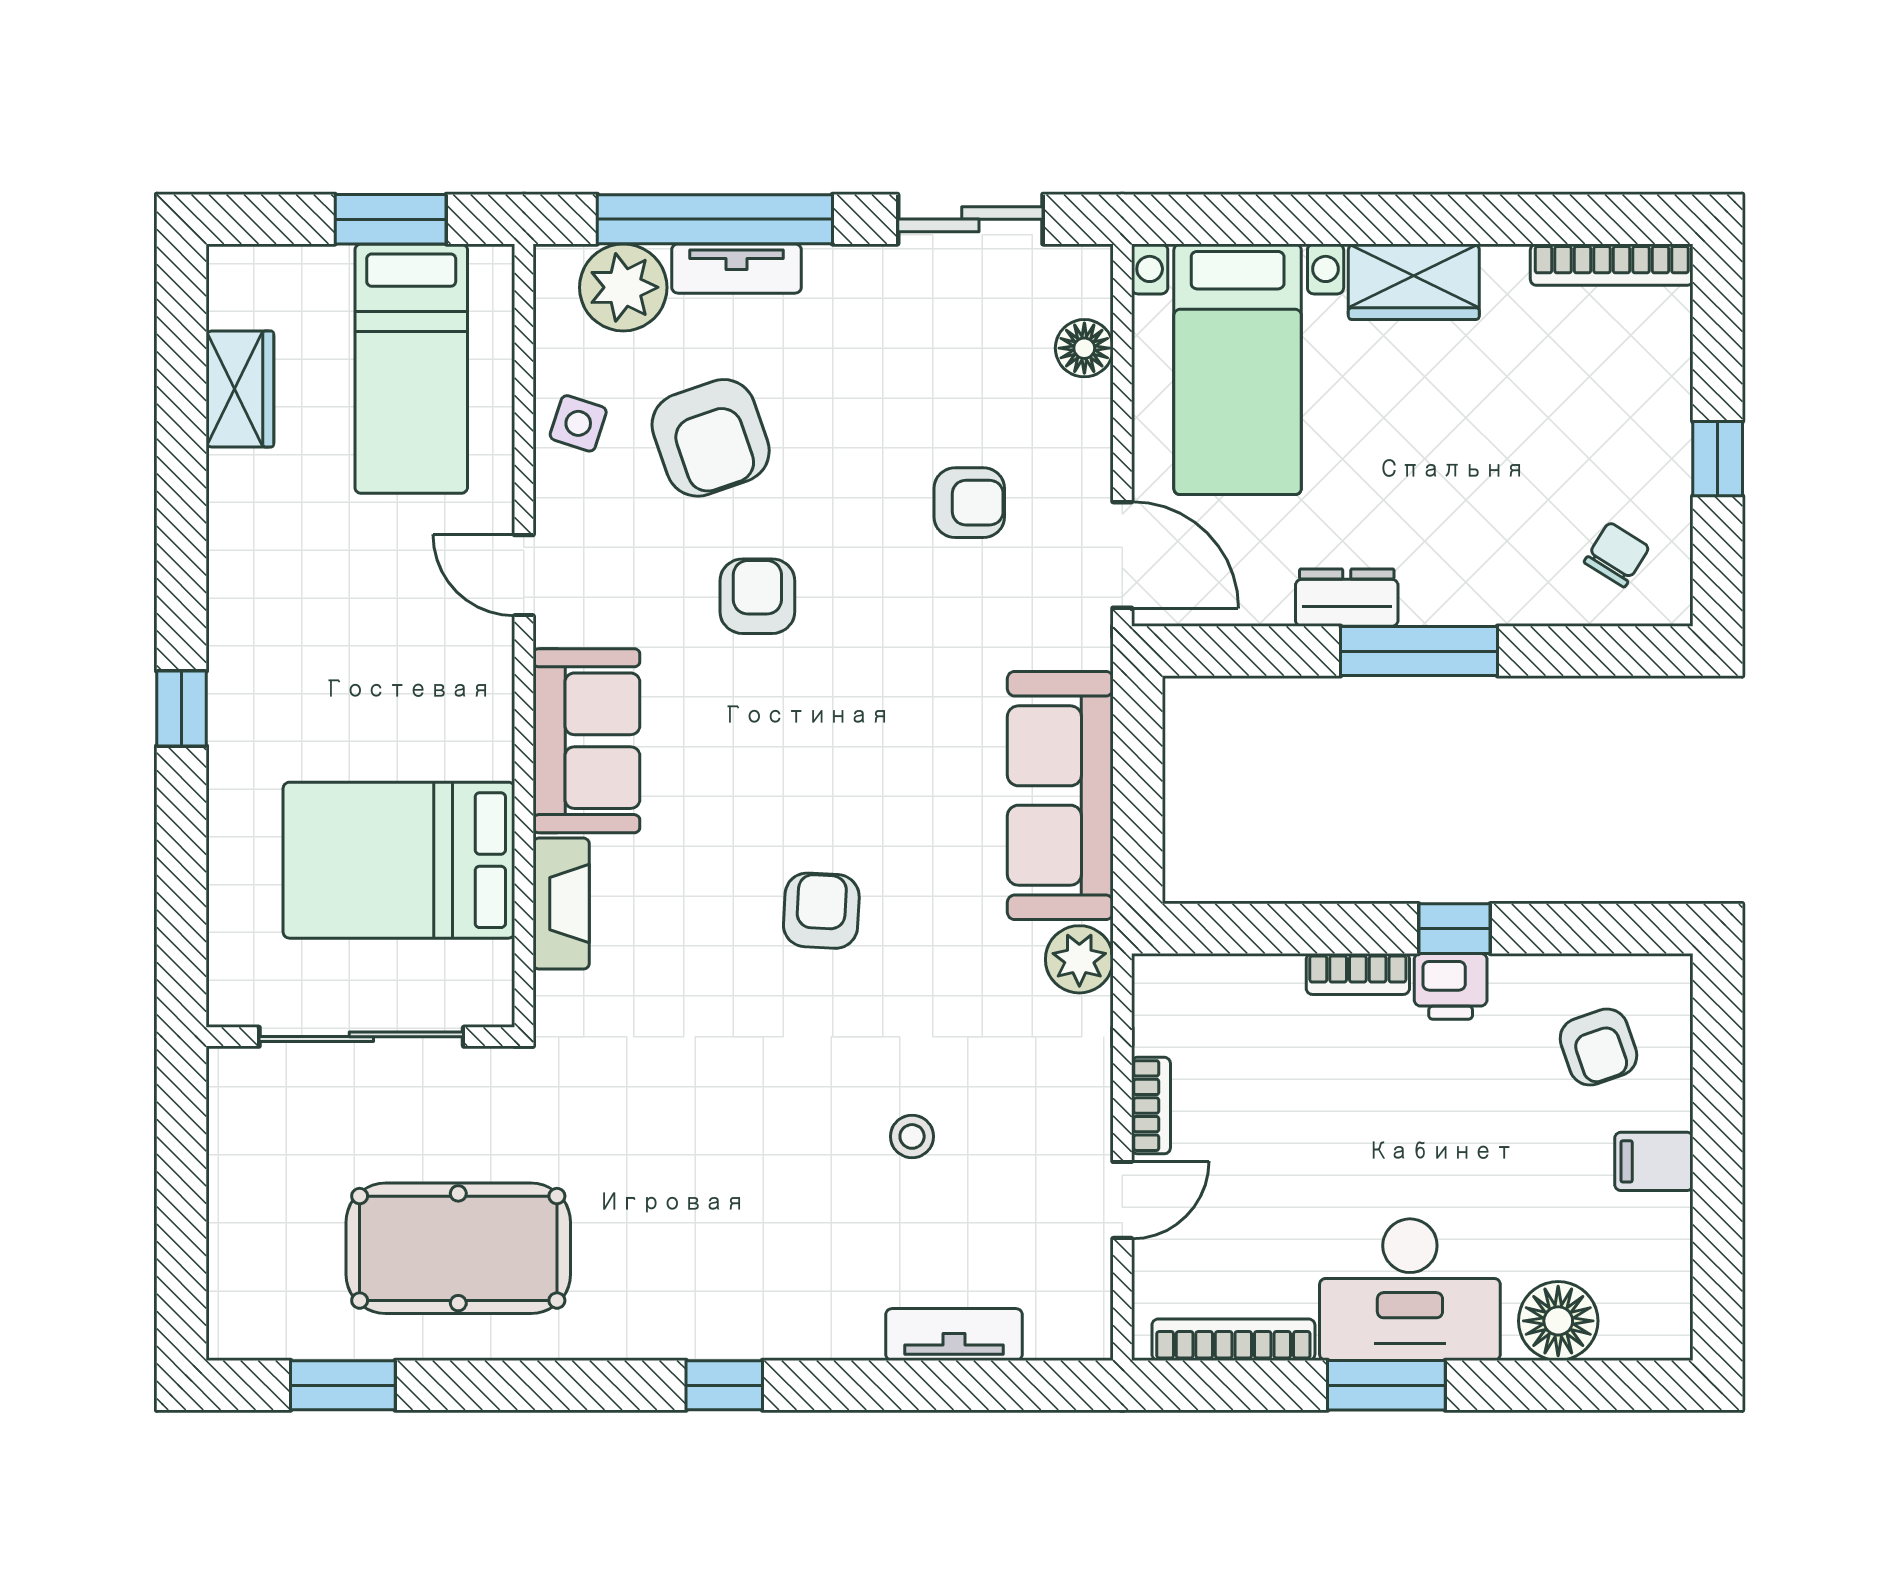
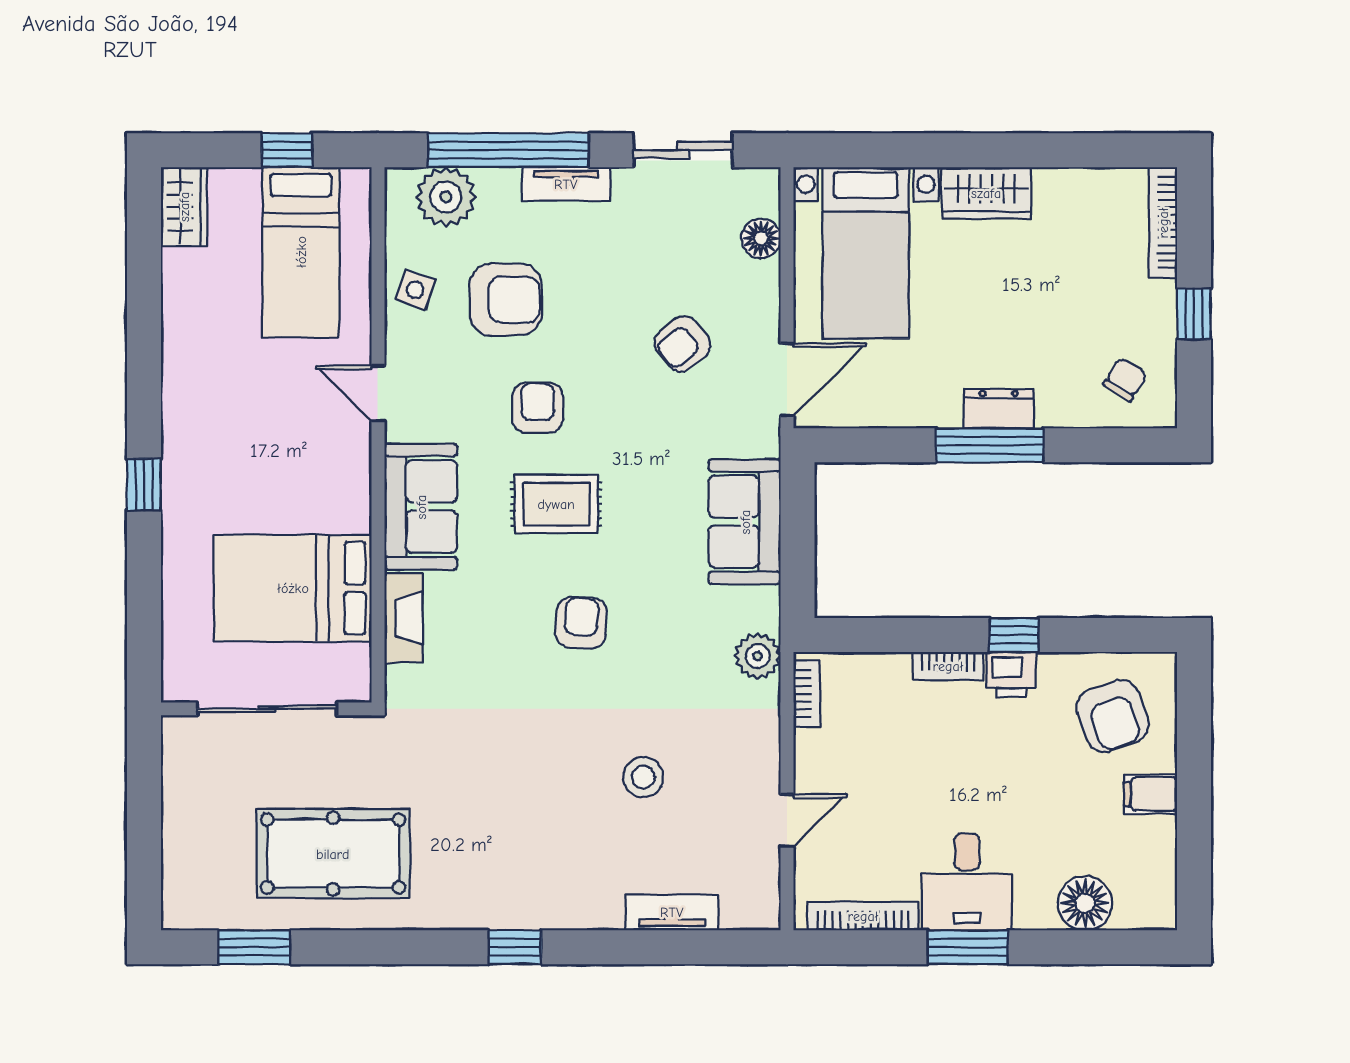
window: (391, 219) -> (287, 150), width x0.67
bookcase: (1612, 265) -> (1163, 223), moved, turned 90
tv unit: (737, 269) -> (566, 184), moved
wardrobe: (240, 389) -> (184, 207), moved
armchair: (711, 438) -> (506, 300), turned -71
armchair: (969, 503) -> (682, 344), turned 141
door: (1122, 555) -> (787, 380), hinge flipped
dresser: (1347, 598) -> (999, 409), moved
rug: (785, 737) -> (556, 504), added
sofa: (1060, 796) -> (745, 522), width x0.73
armchair: (1598, 1047) -> (1113, 716), width x1.38, depth x1.38
bookcase: (1151, 1106) -> (807, 694), moved
stool: (912, 1136) -> (643, 777), width x1.37, depth x1.37
desk: (1410, 1290) -> (967, 882), width x0.73

